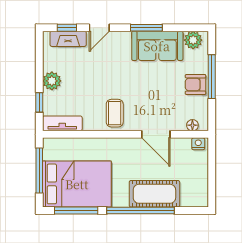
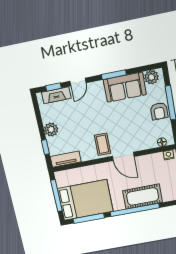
armchair: (196, 85) -> (159, 111), turned -90
door: (156, 134) -> (123, 156), moved

